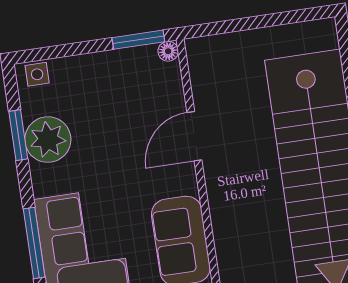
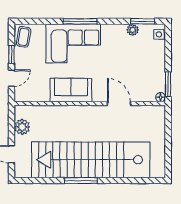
window: (18, 135) -> (143, 21), moved
plant: (48, 140) -> (133, 30), width x0.53, depth x0.53

